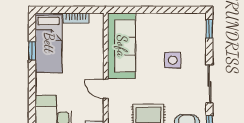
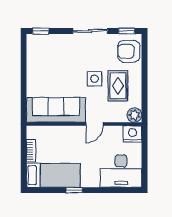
window: (32, 51) -> (74, 190), moved
side table: (173, 60) -> (94, 79), moved

